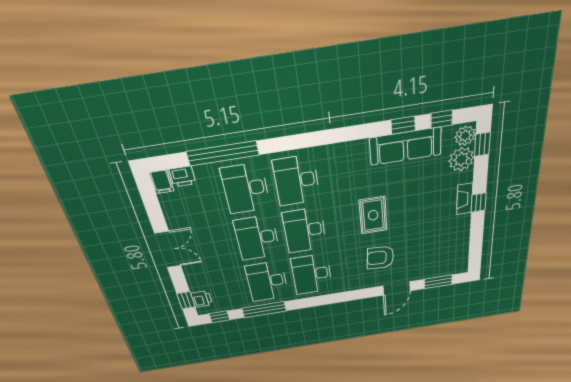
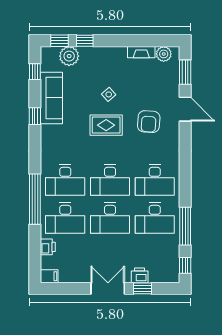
window: (403, 125) -> (35, 116), moved
plant: (465, 136) -> (164, 54), moved
window: (223, 153) -> (35, 199), moved
printer: (183, 177) -> (48, 247), moved
fireplace: (465, 199) -> (141, 52), moved
window: (479, 203) -> (85, 41), moved
side table: (412, 212) -> (109, 94), added
printer: (202, 299) -> (140, 275), moved
window: (186, 300) -> (142, 288), moved

